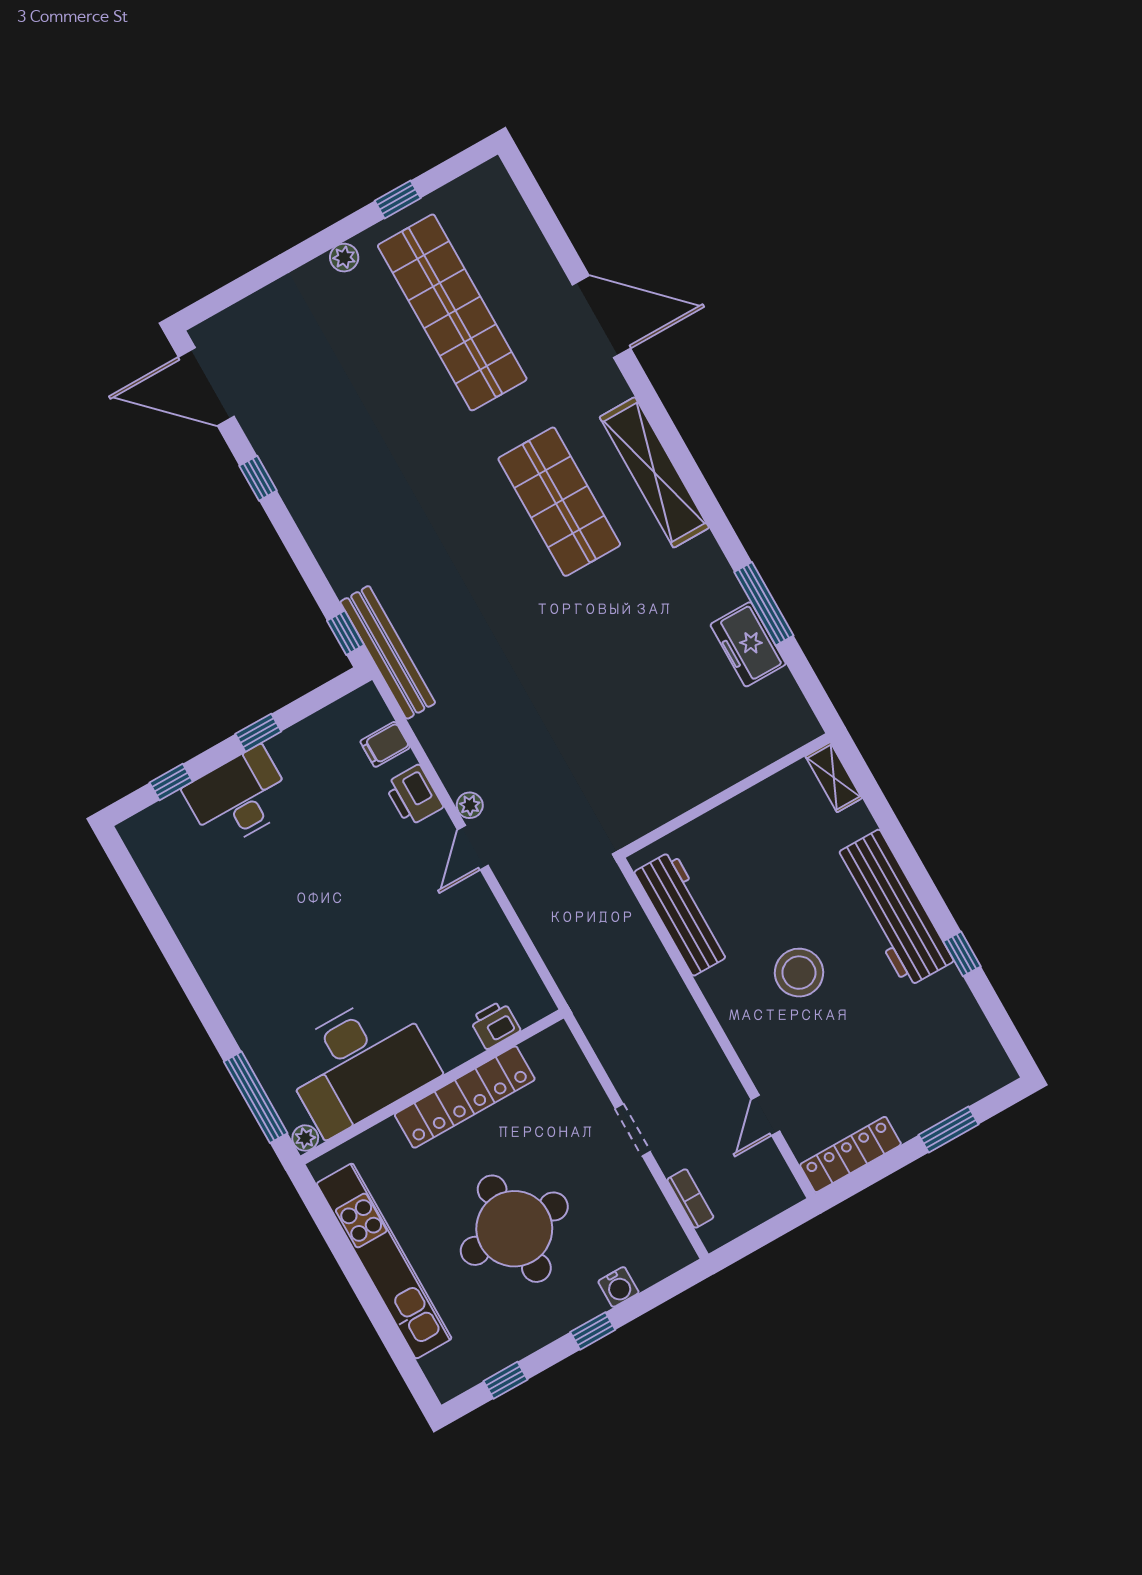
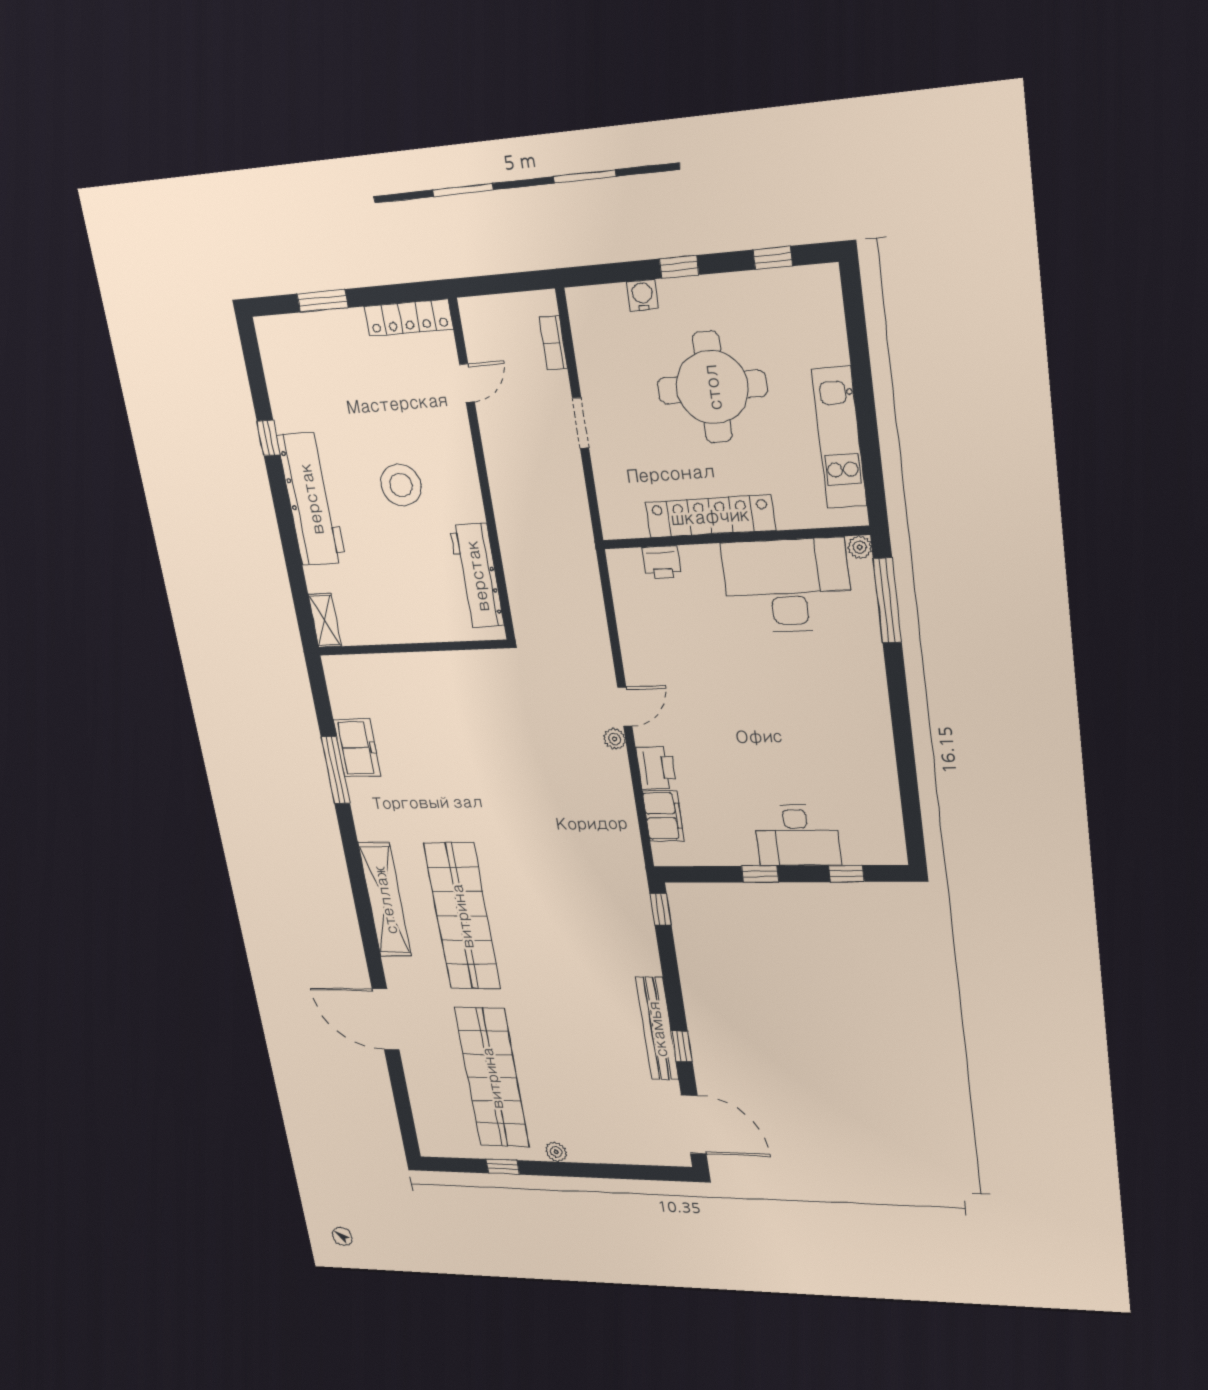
shop shelf: (559, 502) -> (462, 916), width x1.40
bench: (388, 652) -> (657, 1029), moved
filing cabinet: (385, 744) -> (663, 816), width x2.00
kitchen unit: (384, 1261) -> (839, 438), width x0.73

